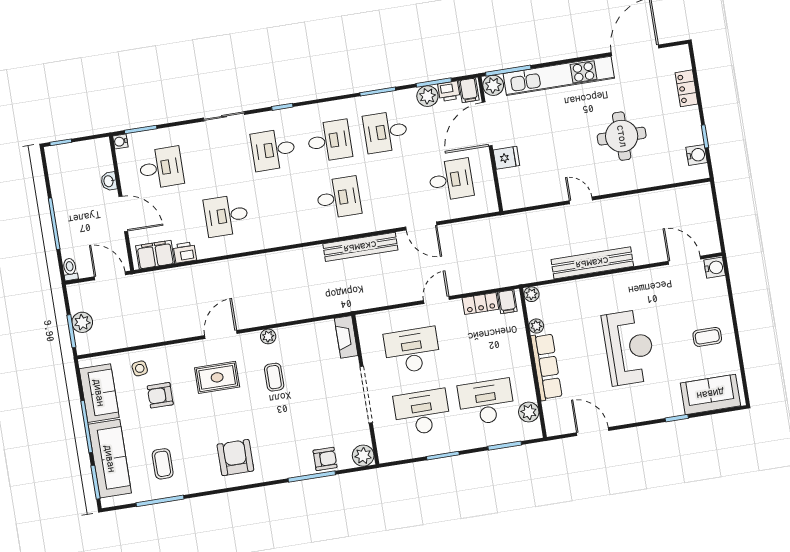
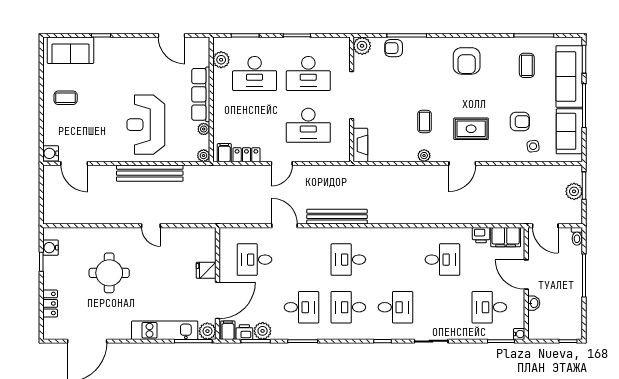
kitchen unit: (559, 76) -> (165, 330), width x0.73
reception desk: (629, 347) -> (146, 125), moved

